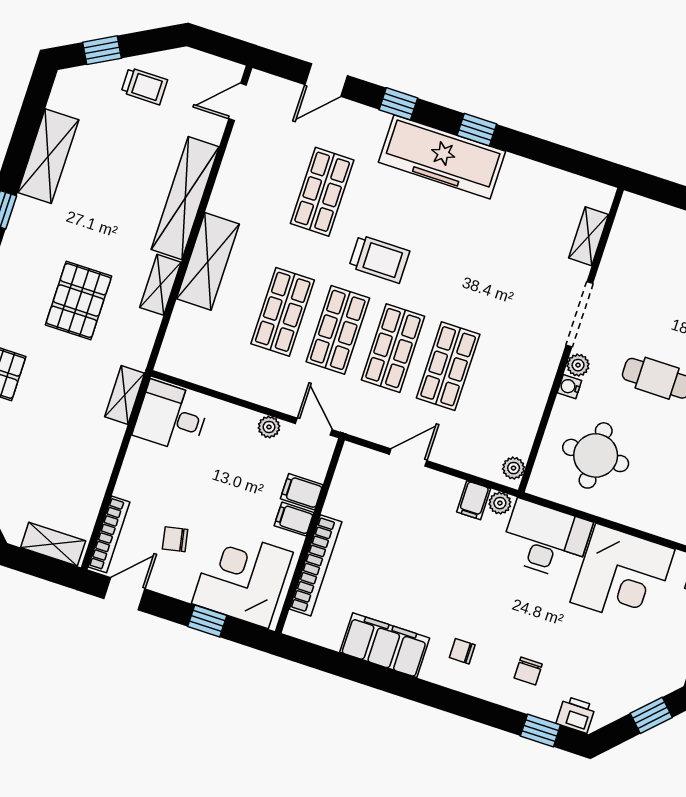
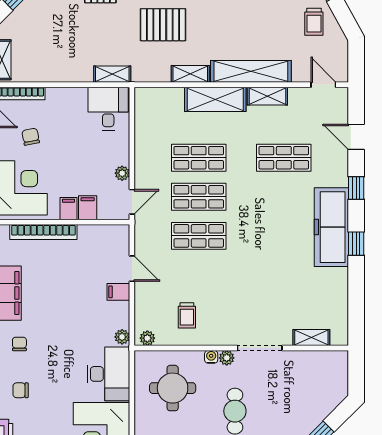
shelving: (228, 186) -> (267, 96), added
trolley: (379, 259) -> (187, 315), moved, width x0.73, depth x0.72
shop shelf: (448, 366) -> (199, 275), removed
filing cabinet: (474, 500) -> (118, 292), moved

